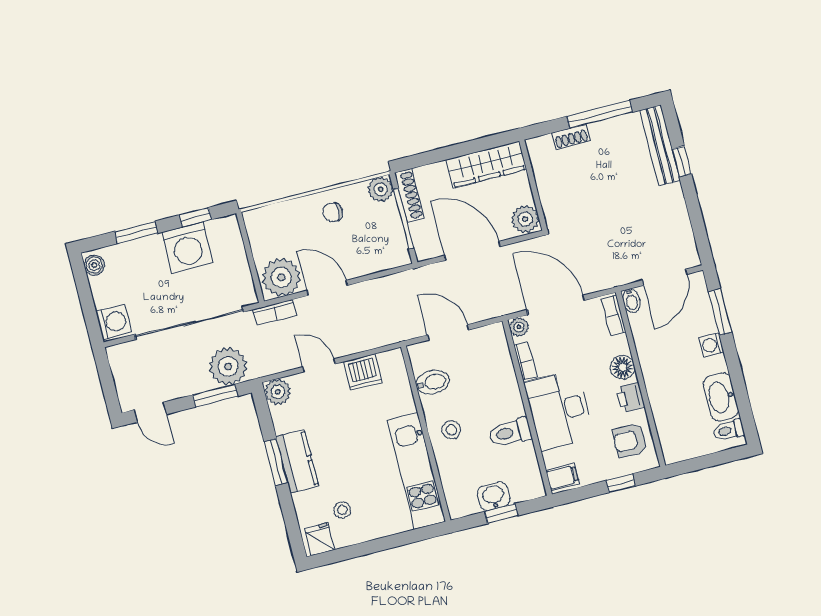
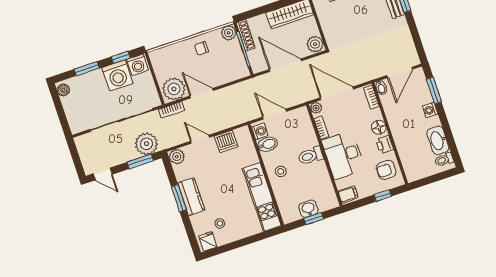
washing machine: (114, 322) -> (137, 65), moved, turned 90
washing machine: (421, 359) -> (260, 131), added
toilet: (510, 432) -> (311, 156), moved

